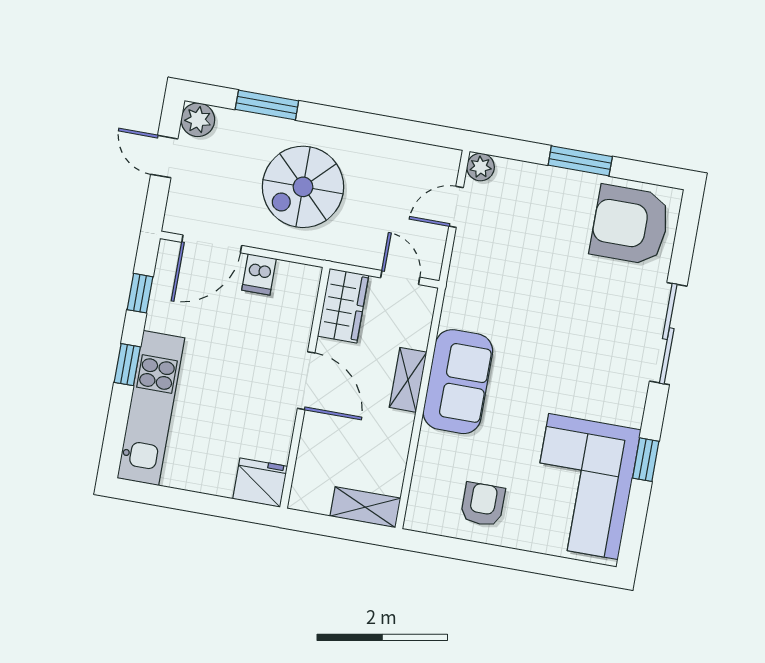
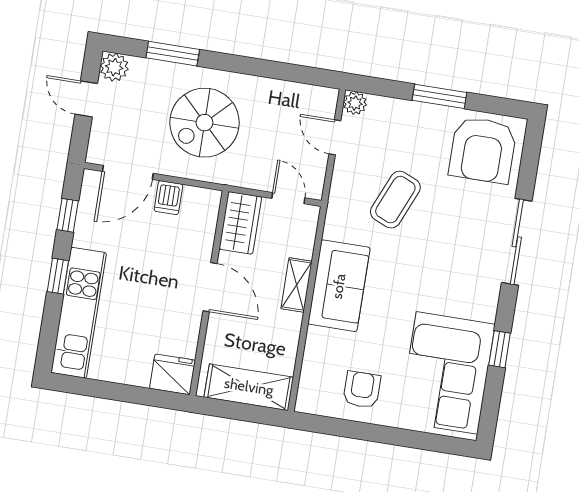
door: (456, 207) -> (335, 137), hinge flipped
armchair: (630, 225) -> (483, 150), turned -90
coffee table: (526, 281) -> (395, 200), added
shelving: (365, 507) -> (249, 387), width x1.50, depth x1.33

